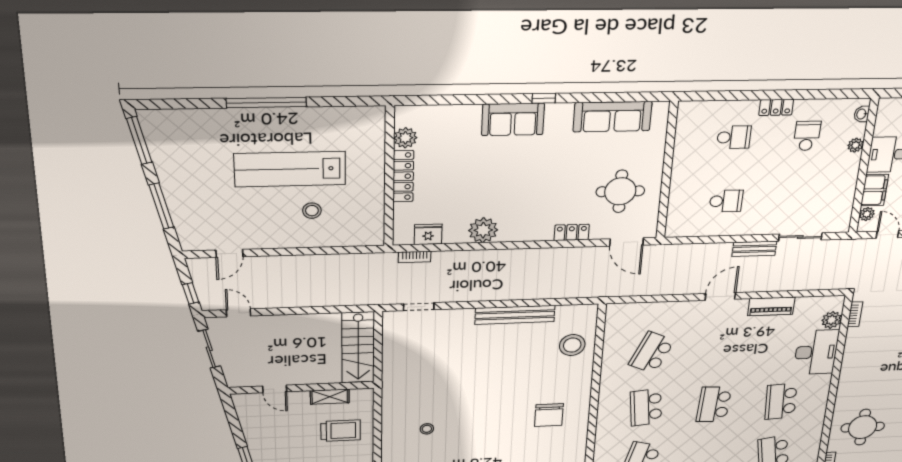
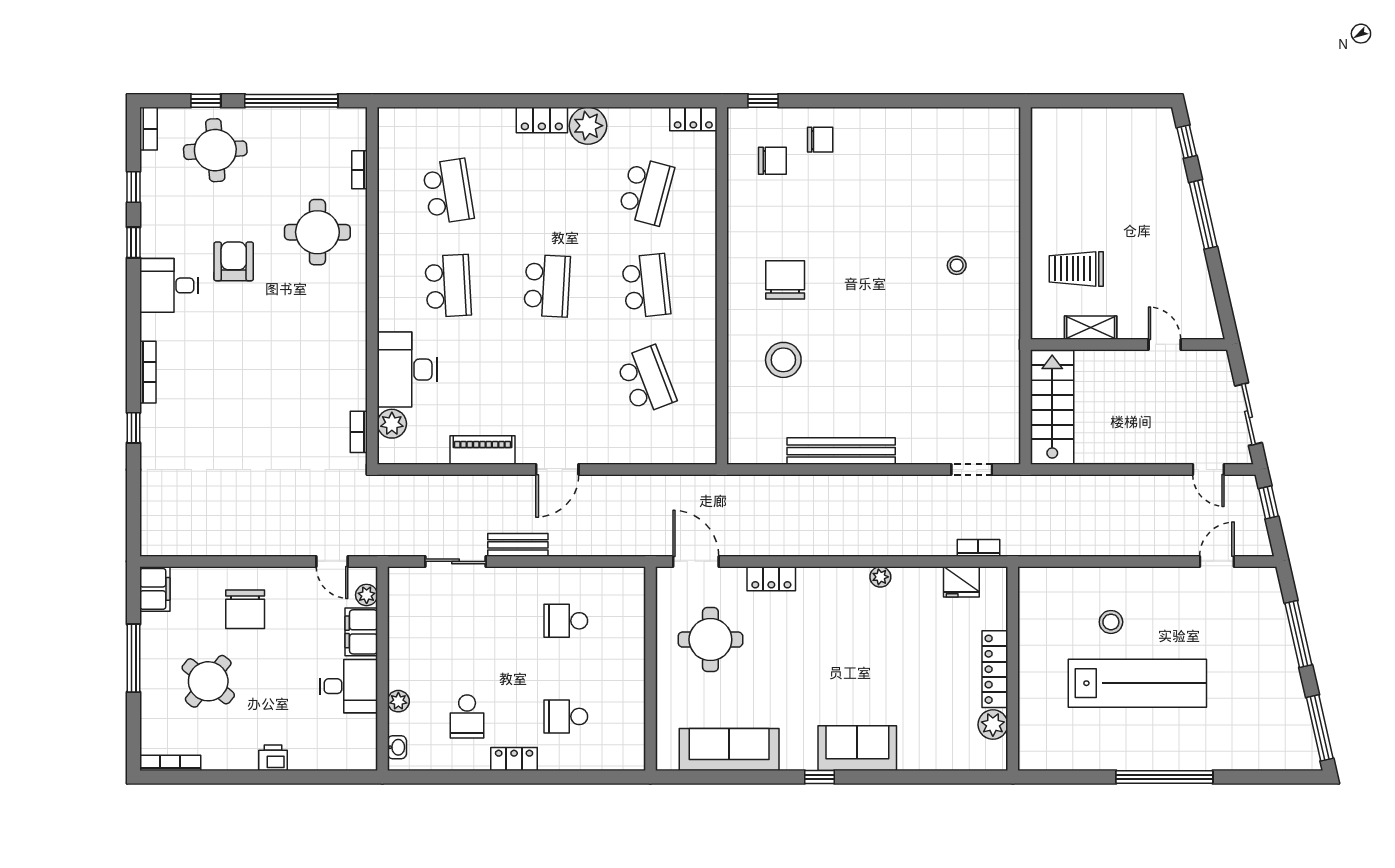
plant: (483, 230) -> (880, 577), width x0.53, depth x0.53
stool: (572, 345) -> (783, 360), moved
school desk: (652, 352) -> (646, 380), turned -45

